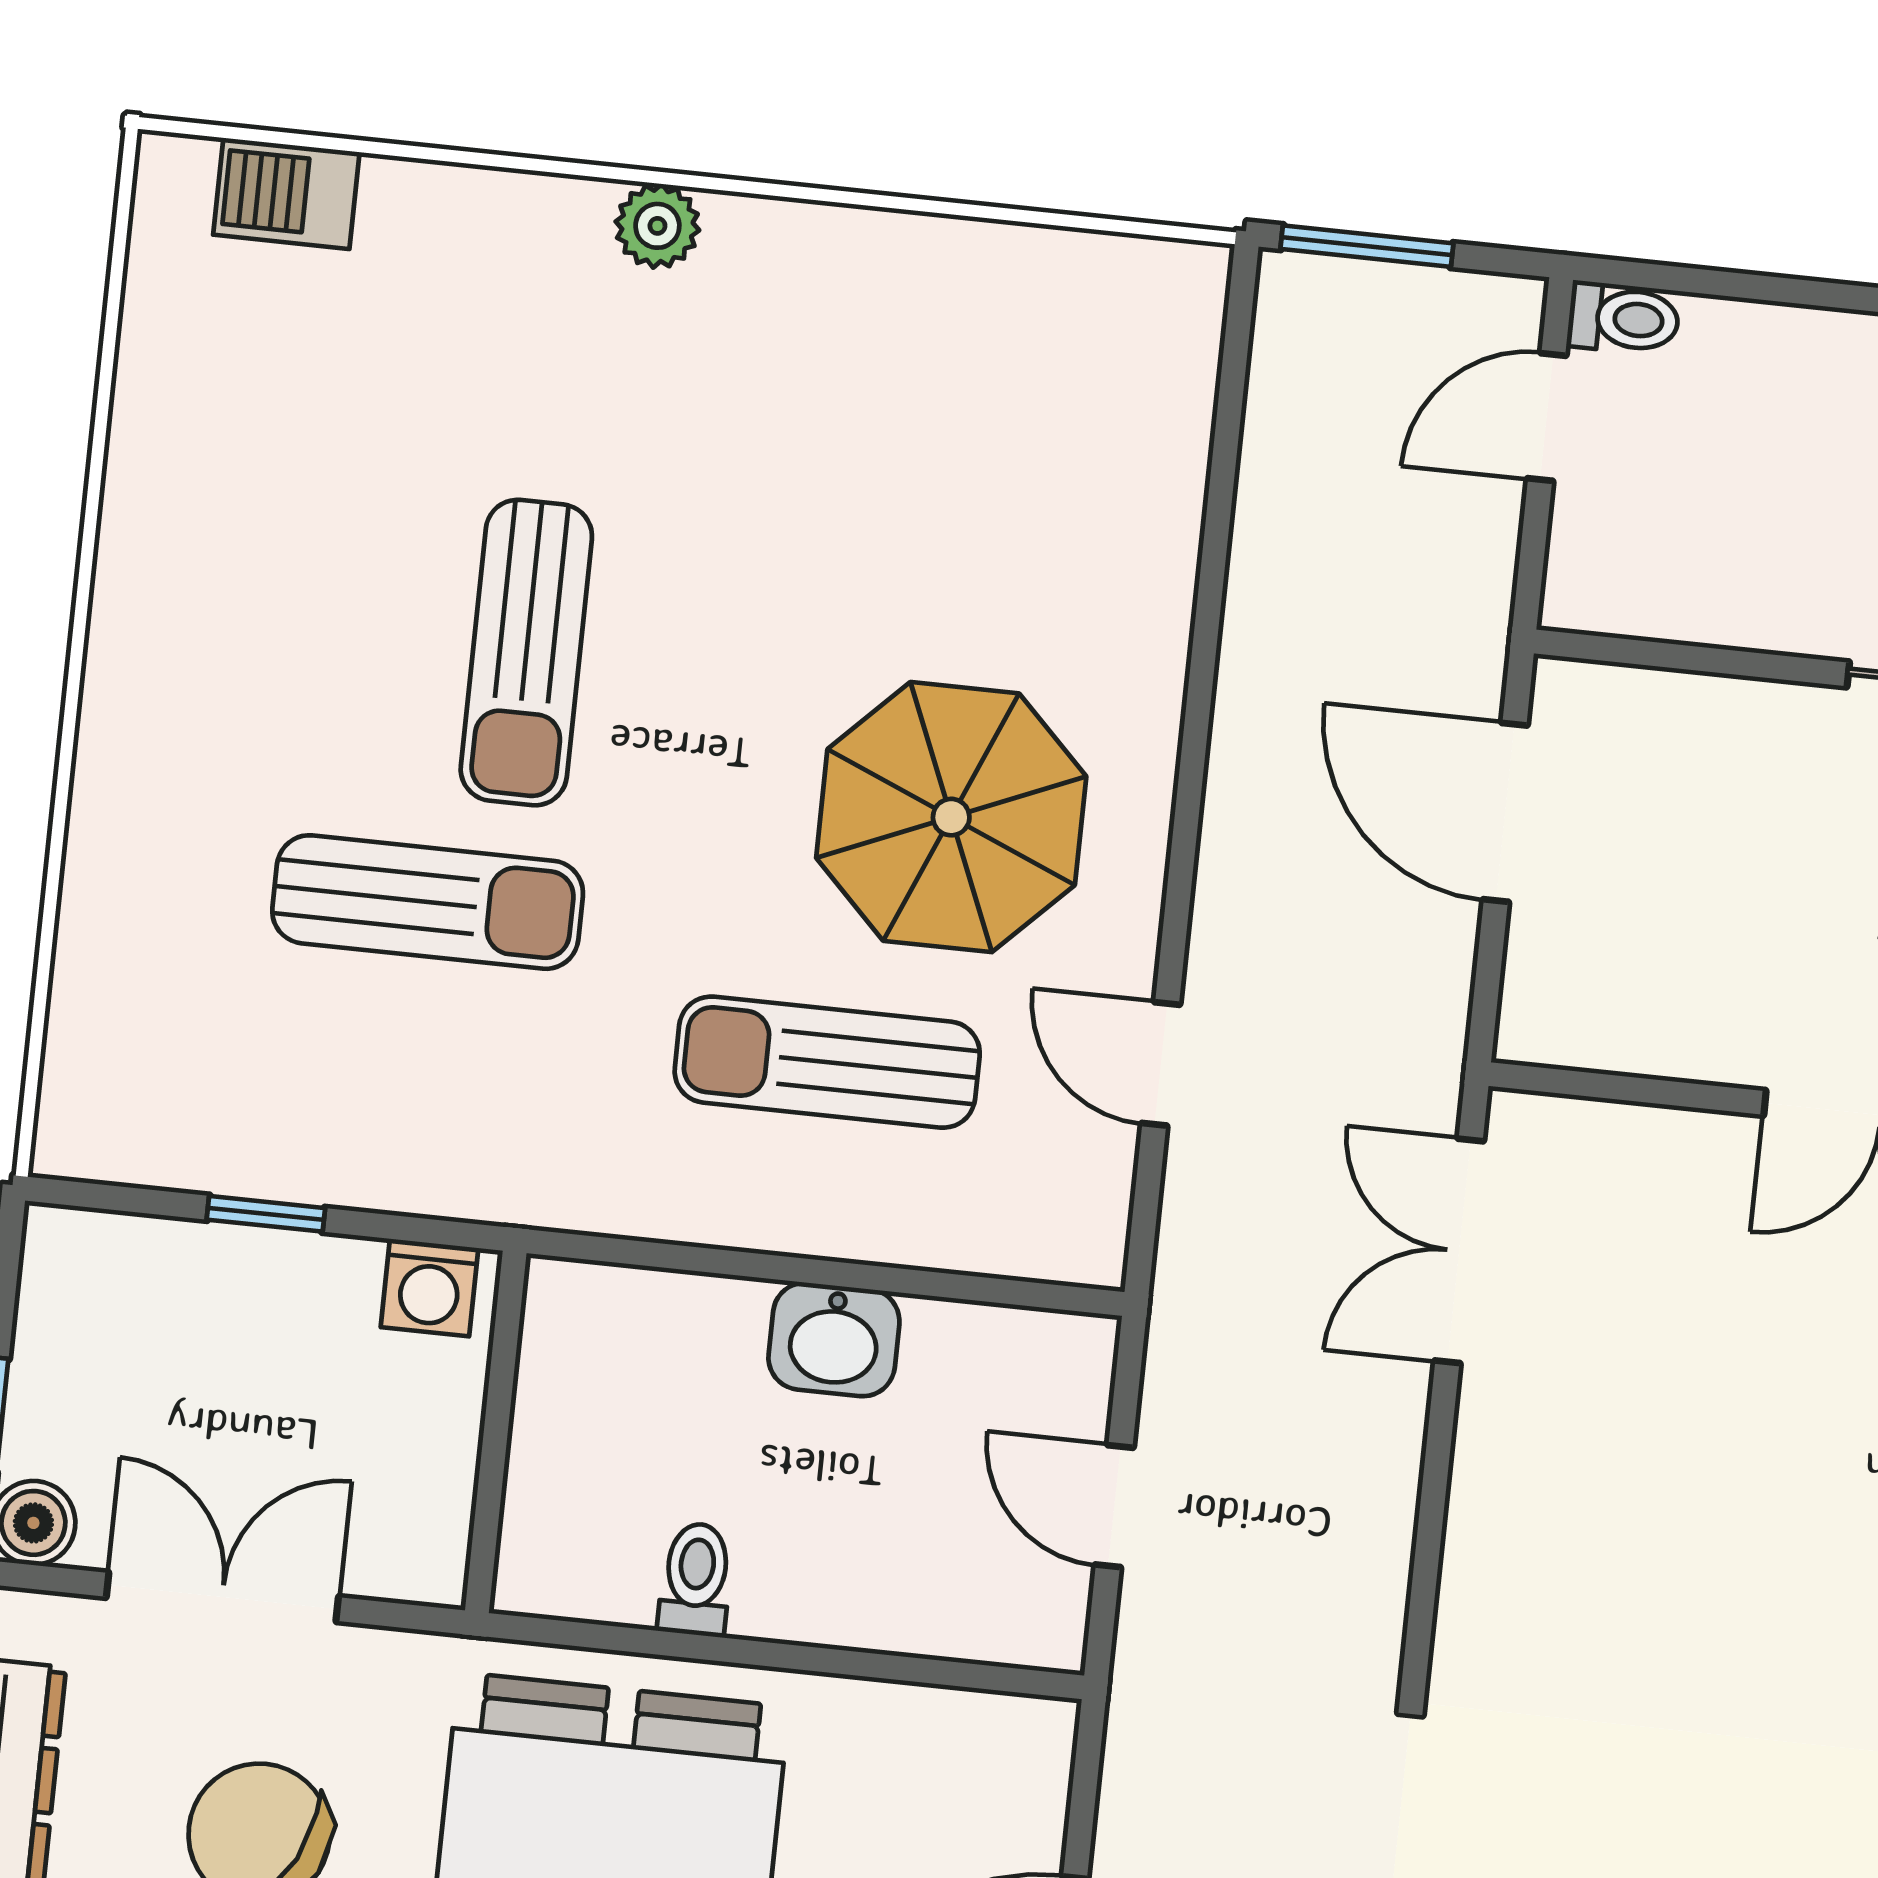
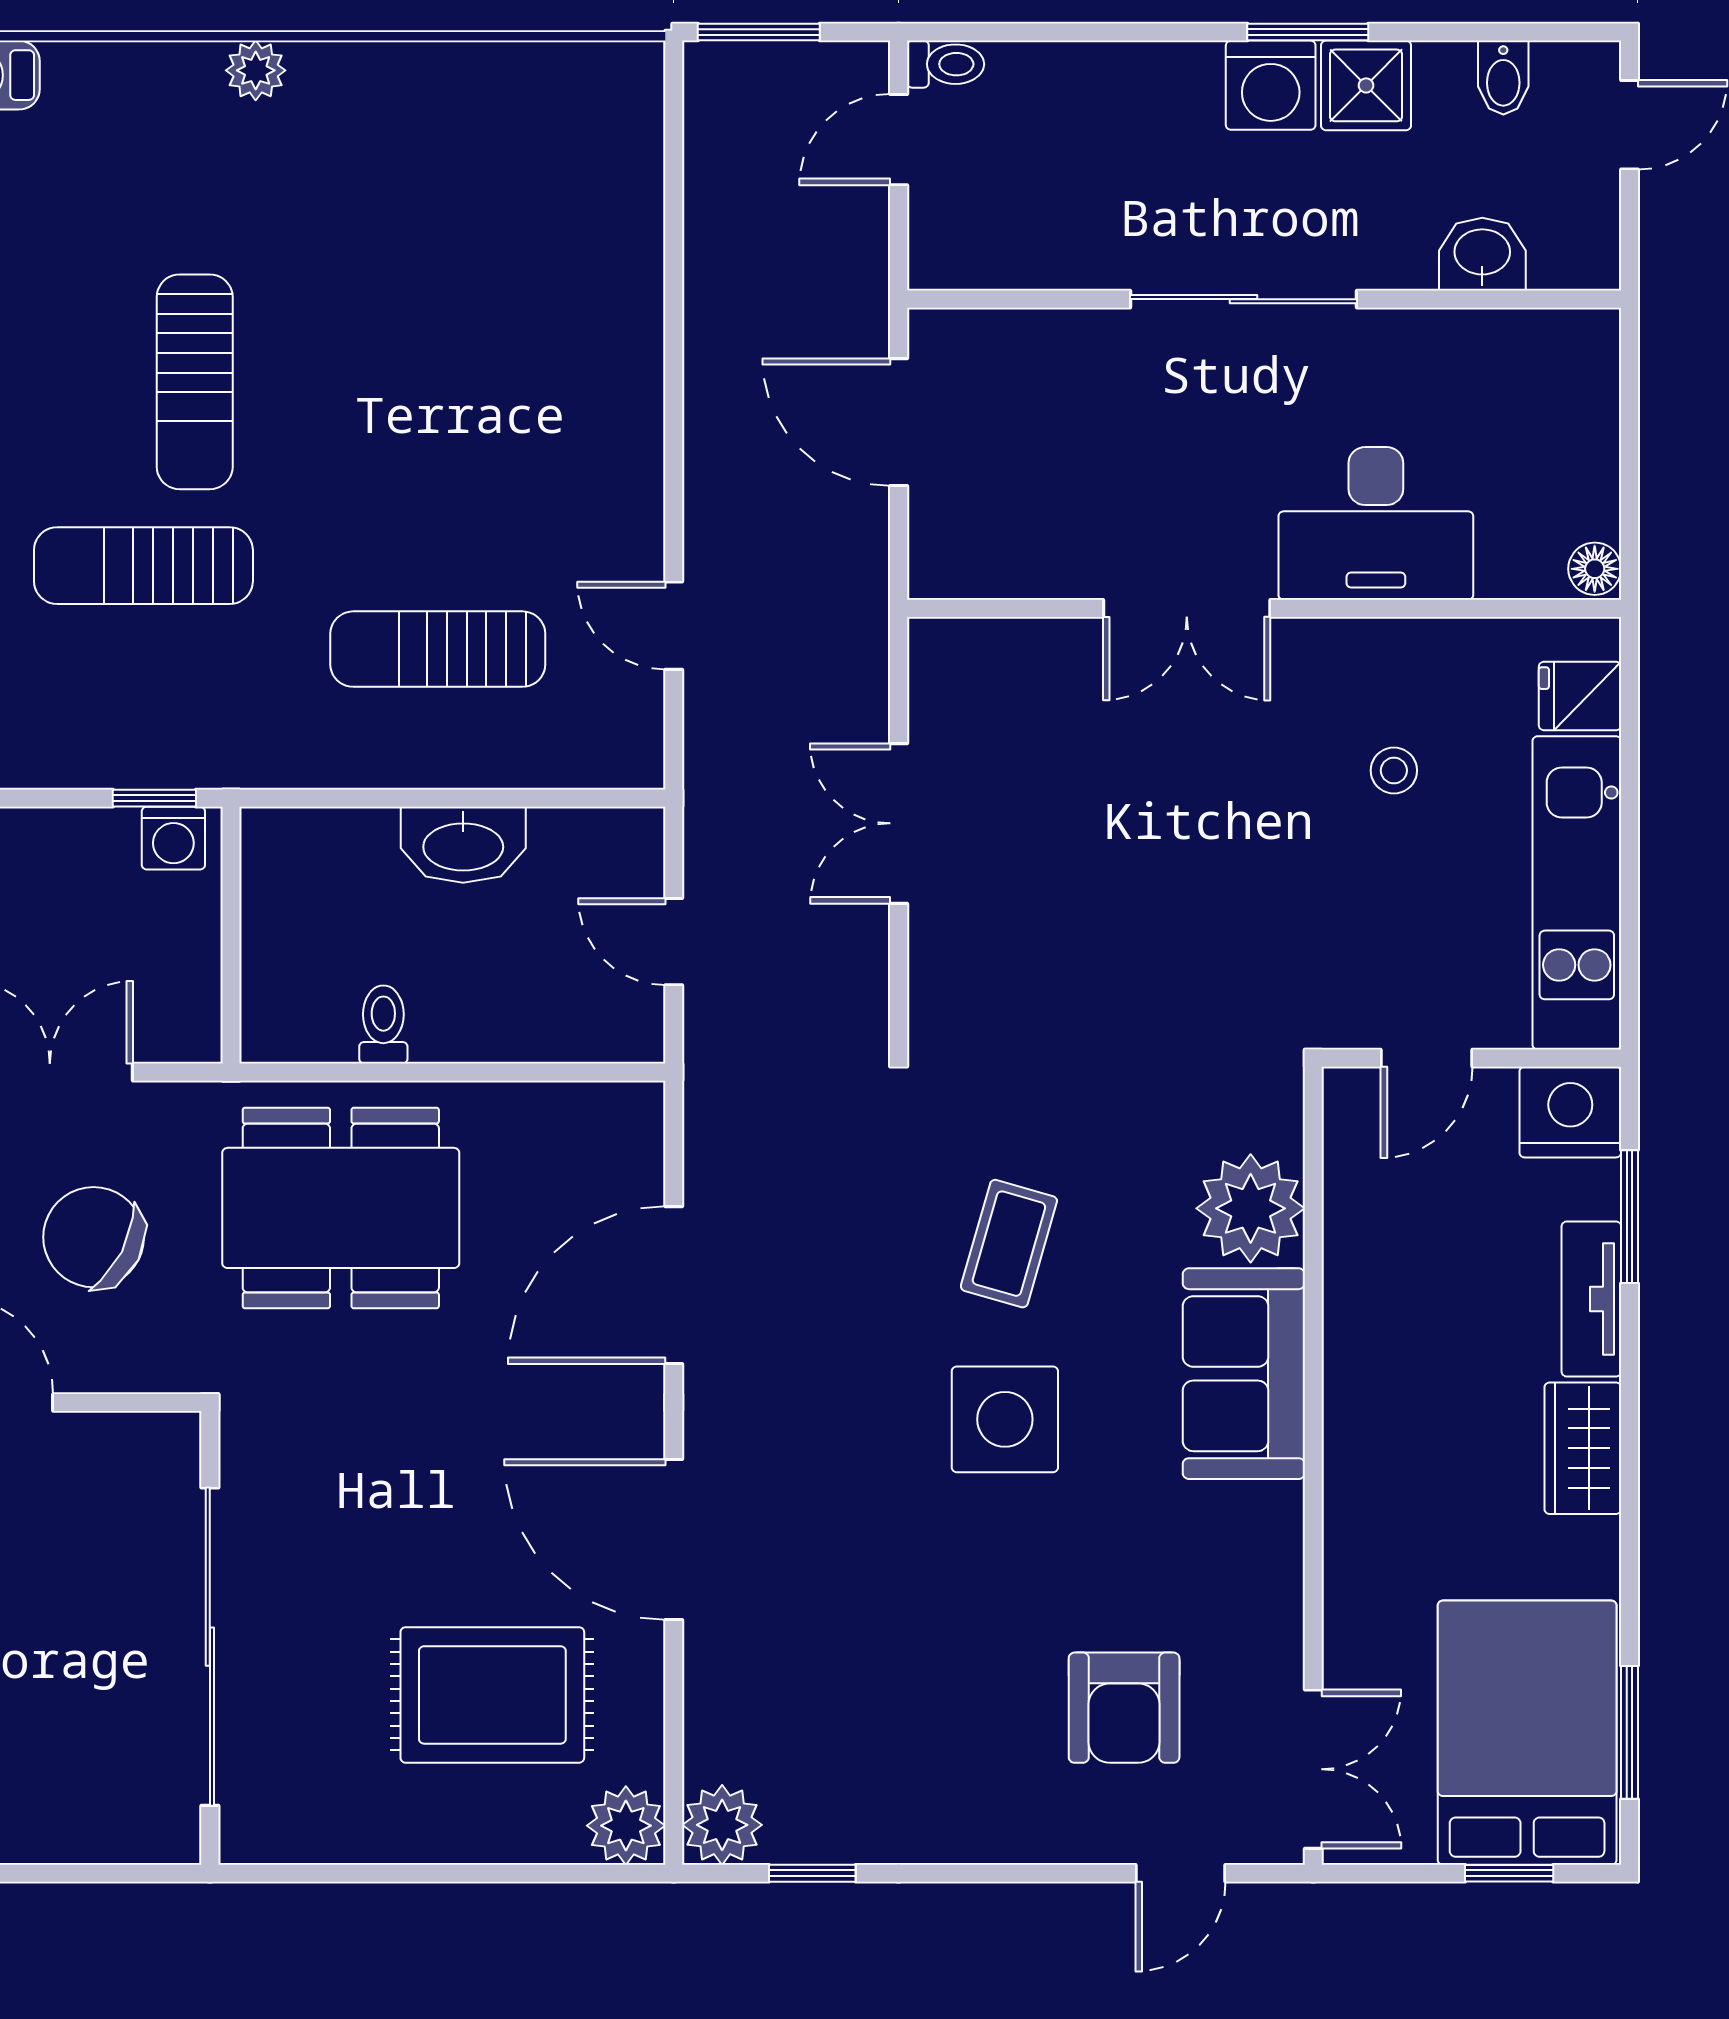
parasol: (951, 817) -> (507, 467), removed
sun lounger: (428, 902) -> (143, 566), turned 180
window: (266, 1214) -> (154, 798), moved
double door: (1459, 1251) -> (899, 823), moved
washbasin: (834, 1339) -> (463, 845), width x1.38

